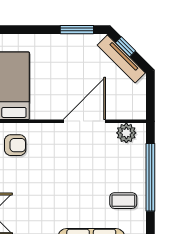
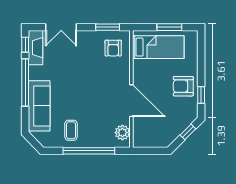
window: (77, 30) -> (201, 95), width x0.67
armchair: (65, 53) -> (183, 86), added
tv unit: (121, 59) -> (179, 129), removed

